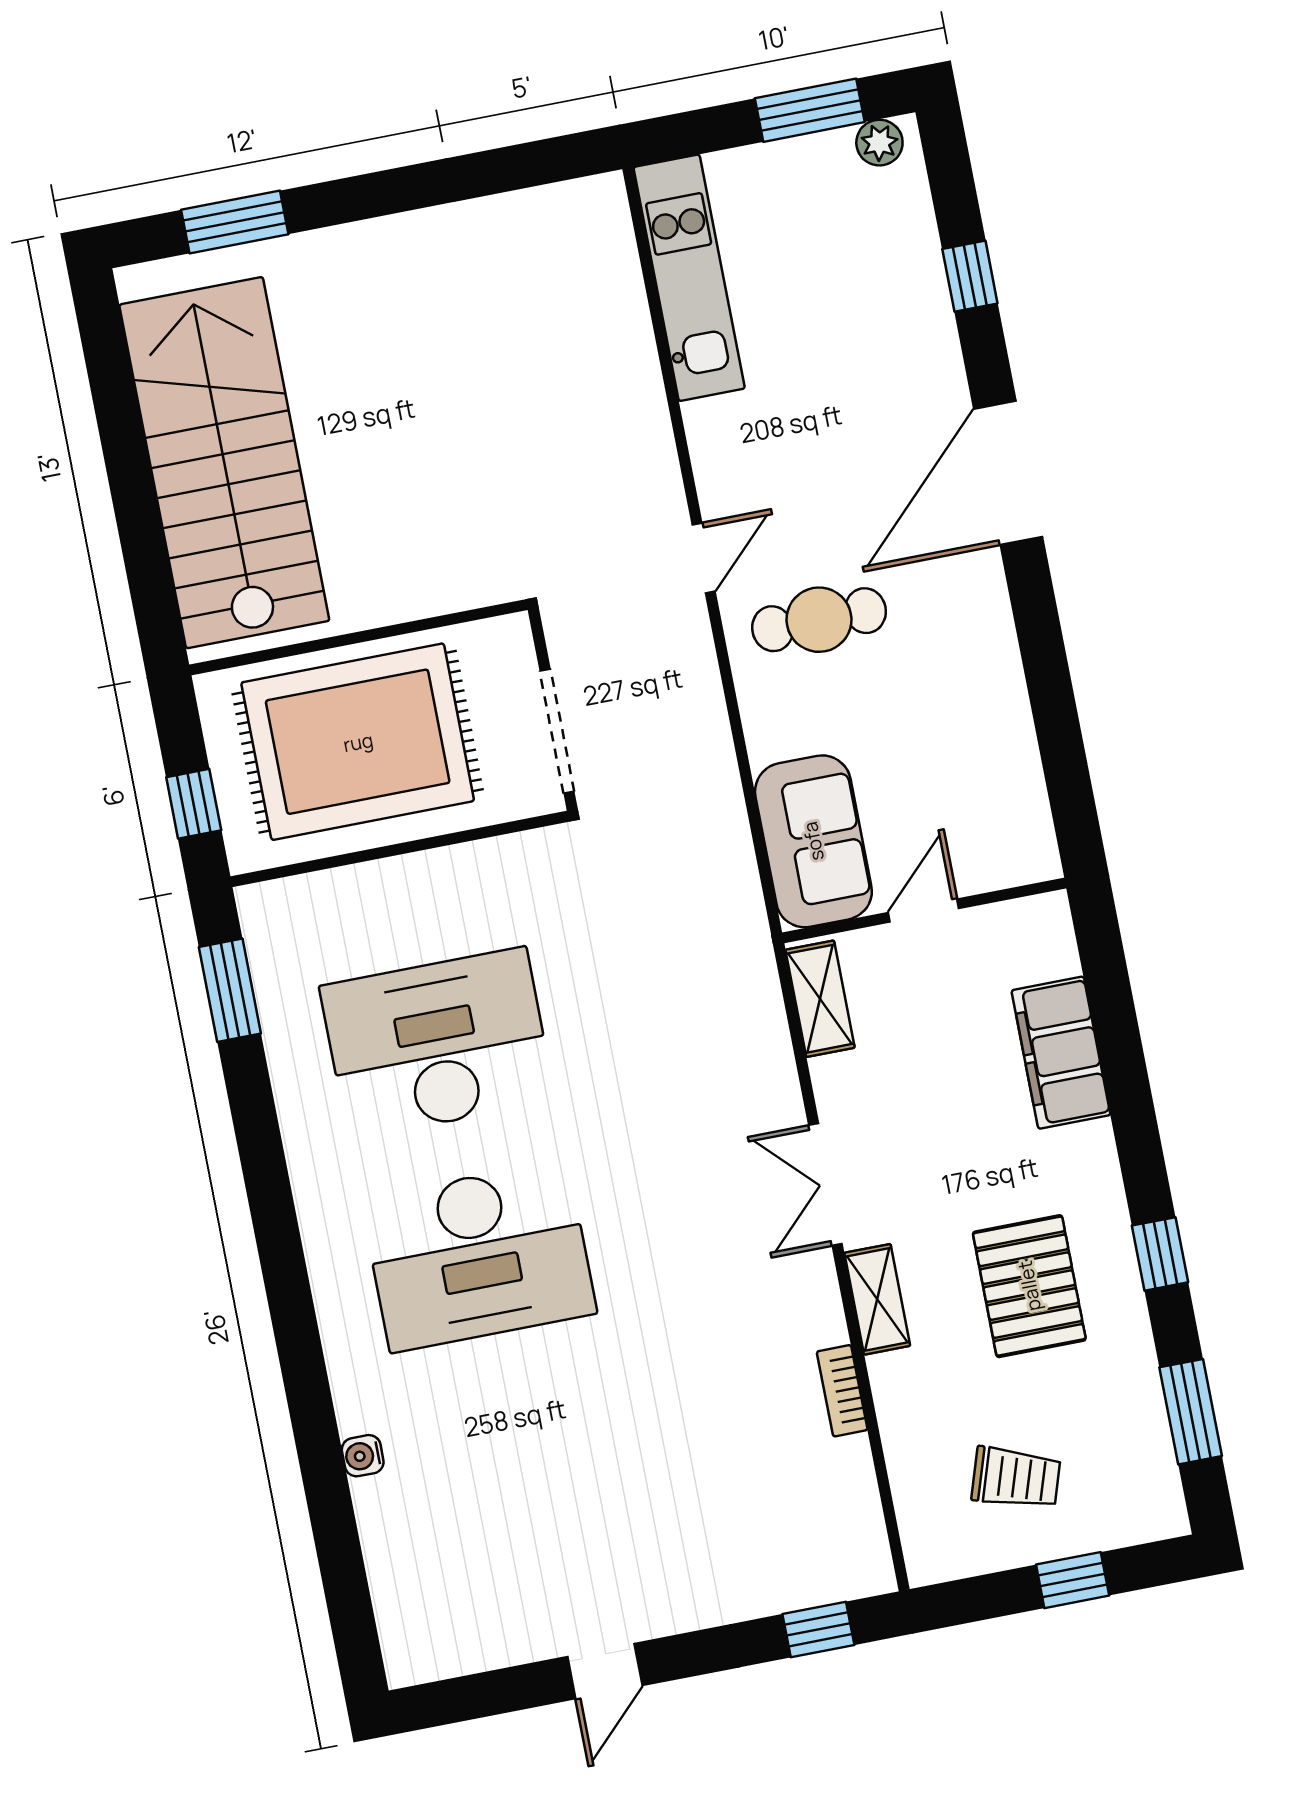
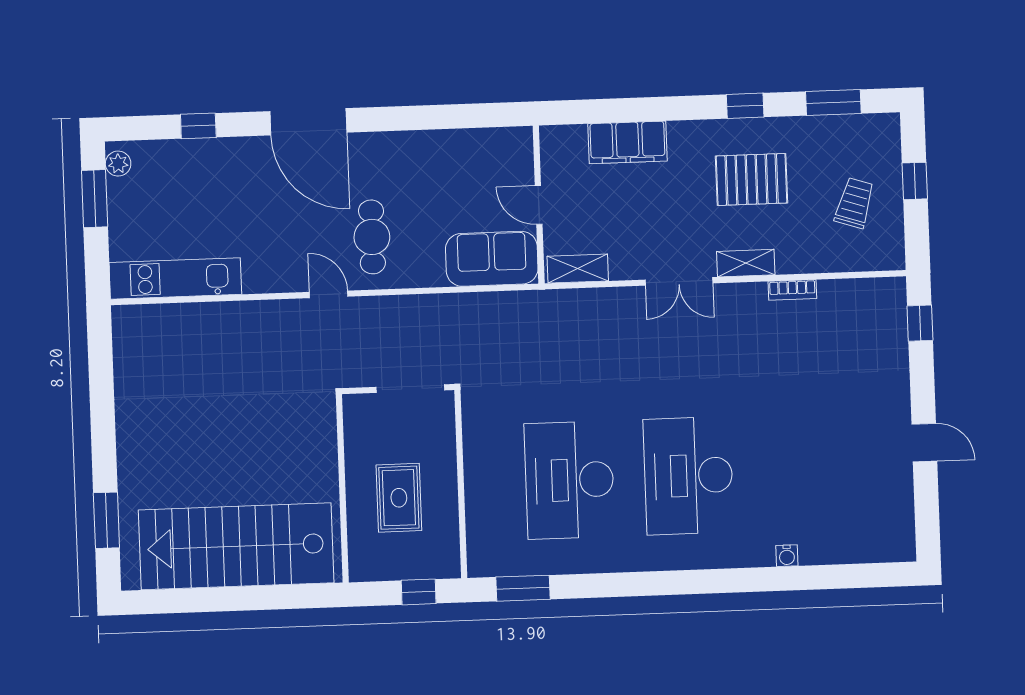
rug: (358, 742) -> (399, 498), width x0.54, depth x0.49
desk: (479, 1256) -> (688, 476), turned 180

